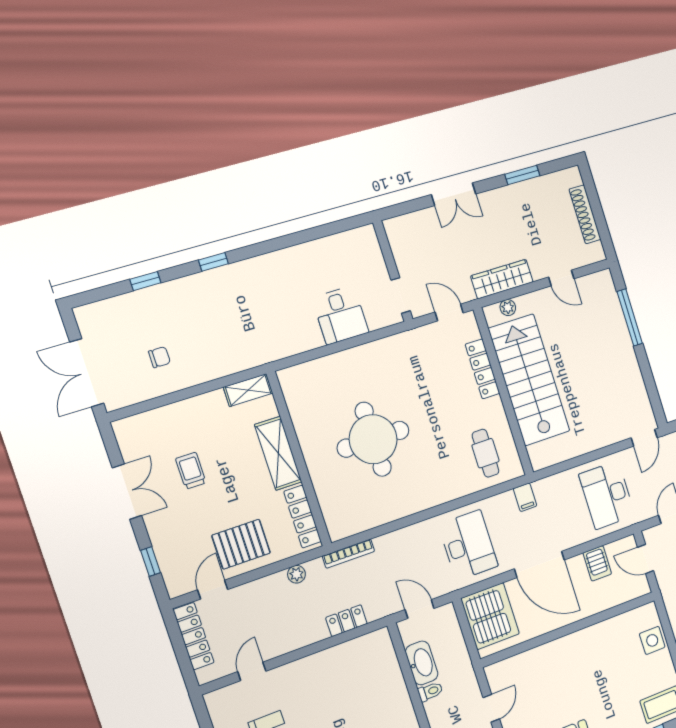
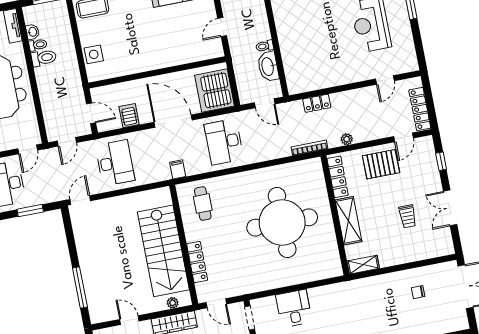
round table: (373, 439) -> (282, 223), width x1.36, depth x1.36

